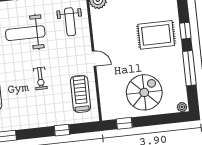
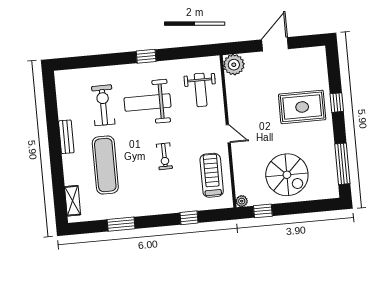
window: (189, 68) -> (342, 164), moved
spiral stairs: (144, 92) -> (287, 175), turned 90
plant: (182, 107) -> (242, 201), moved

